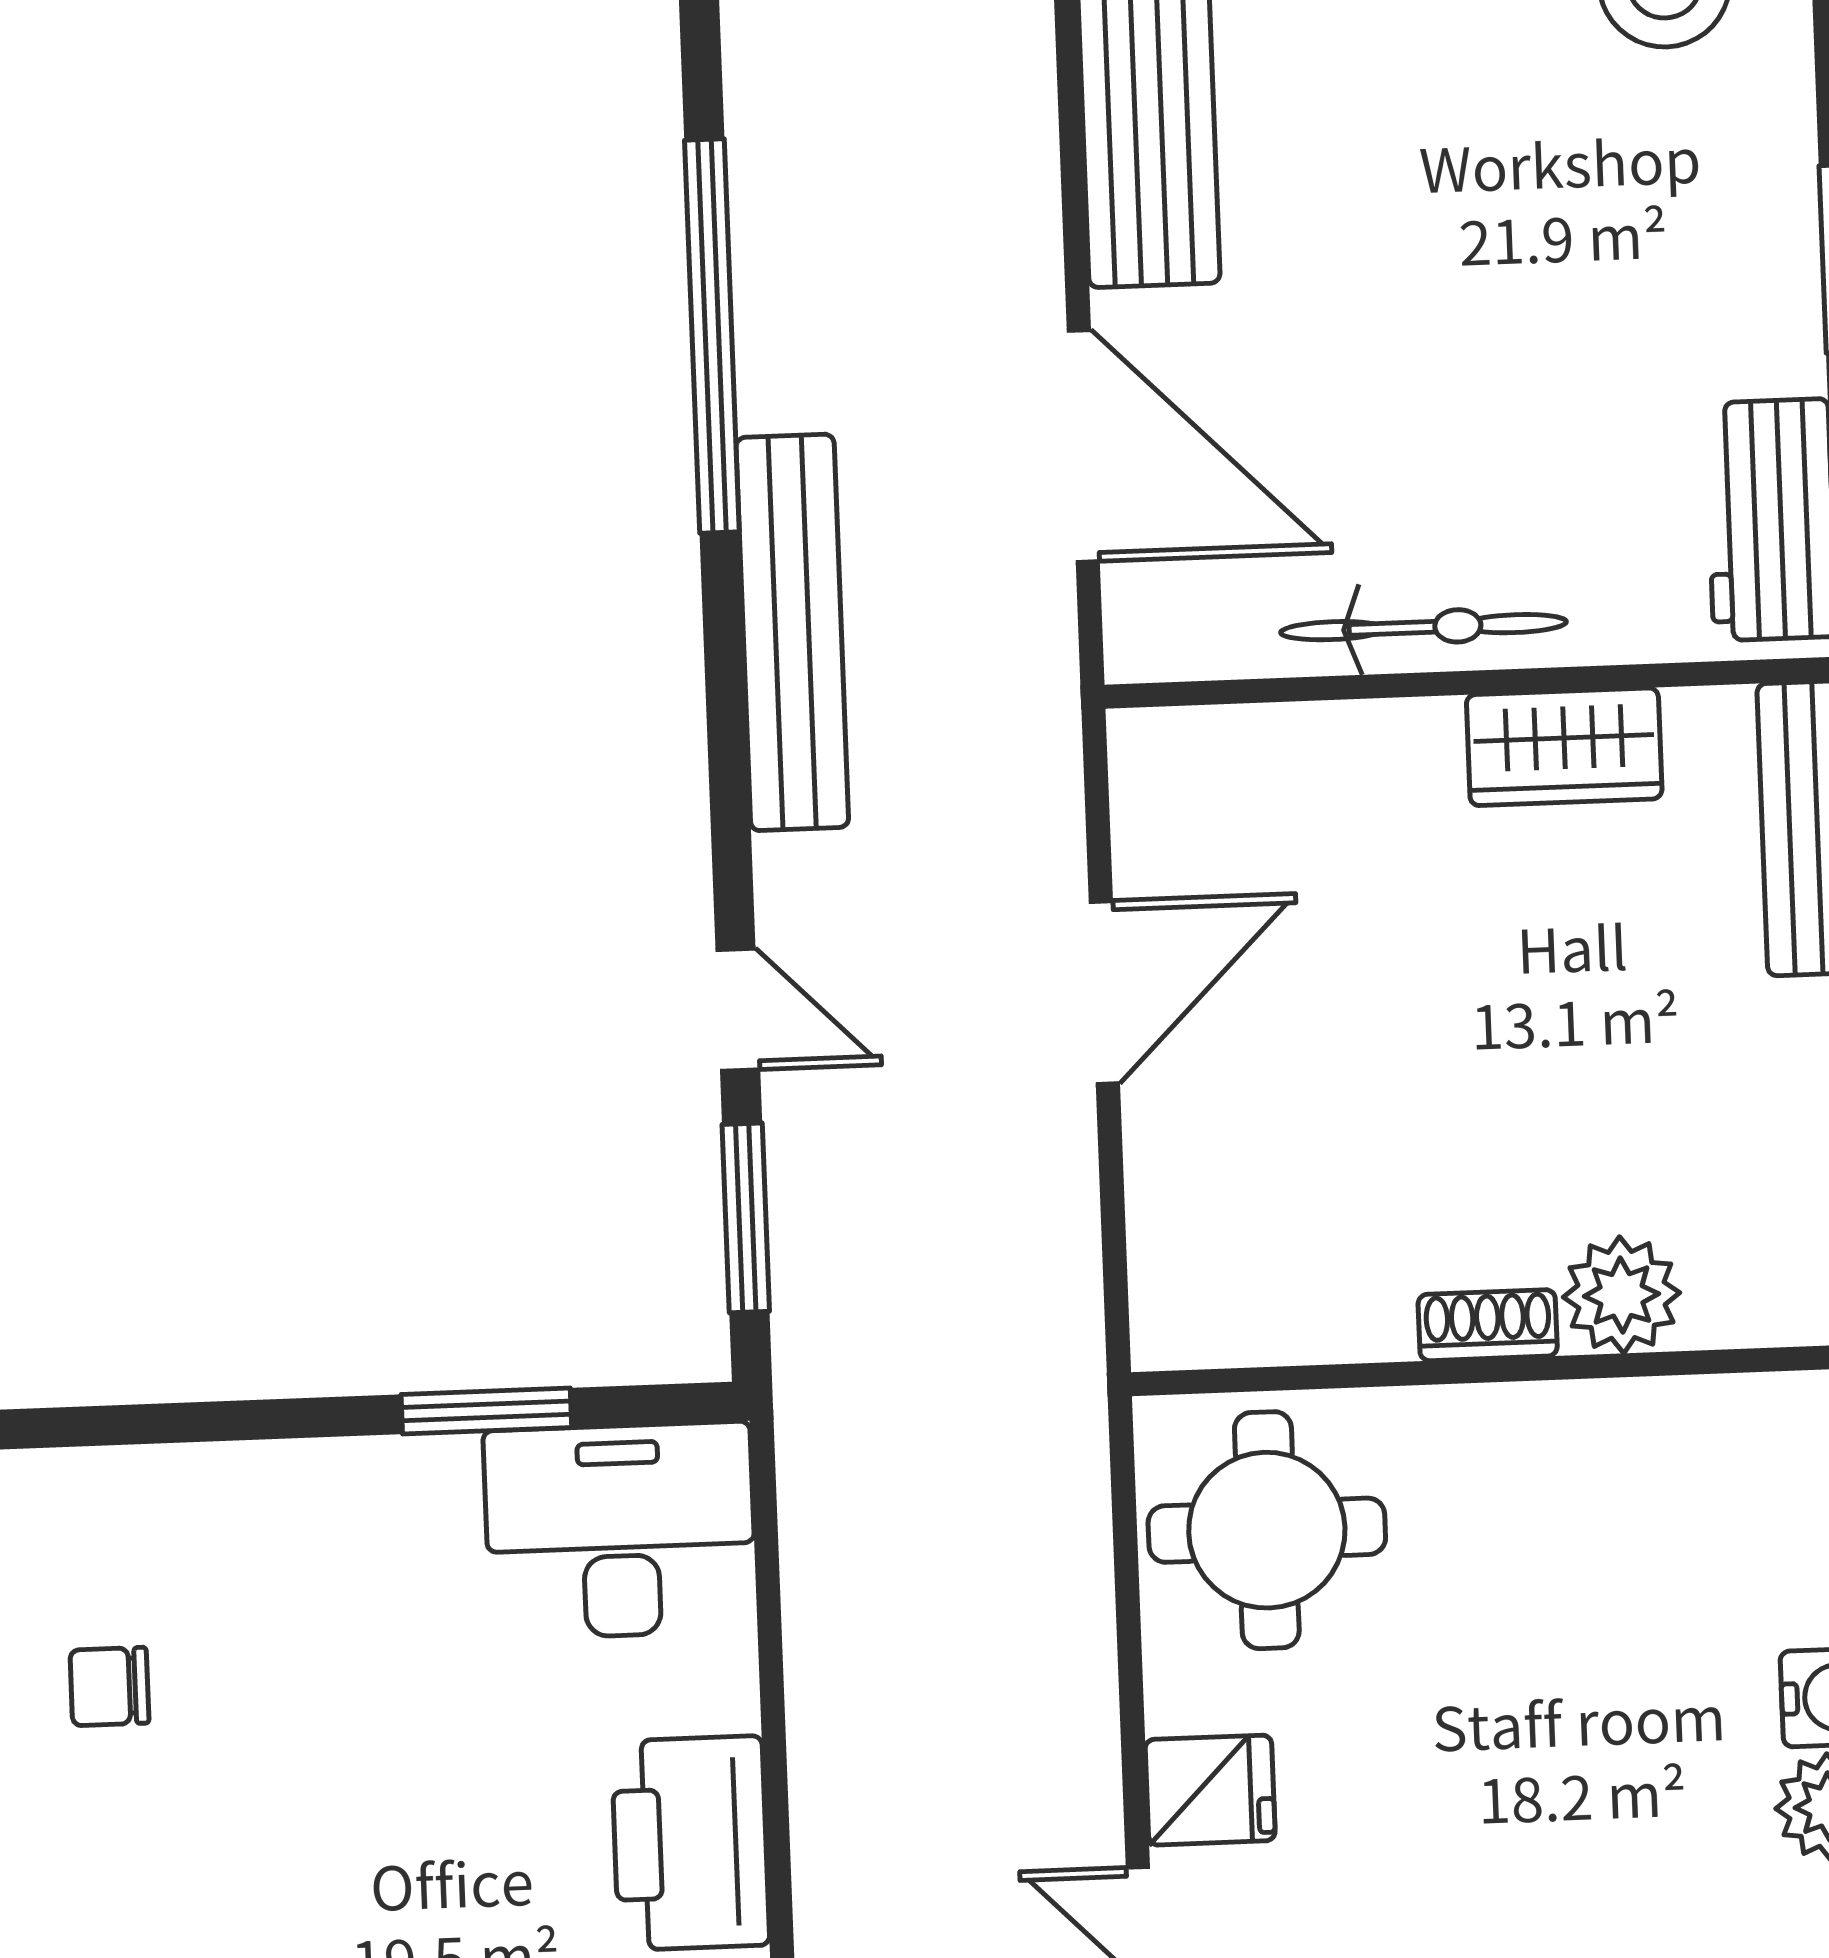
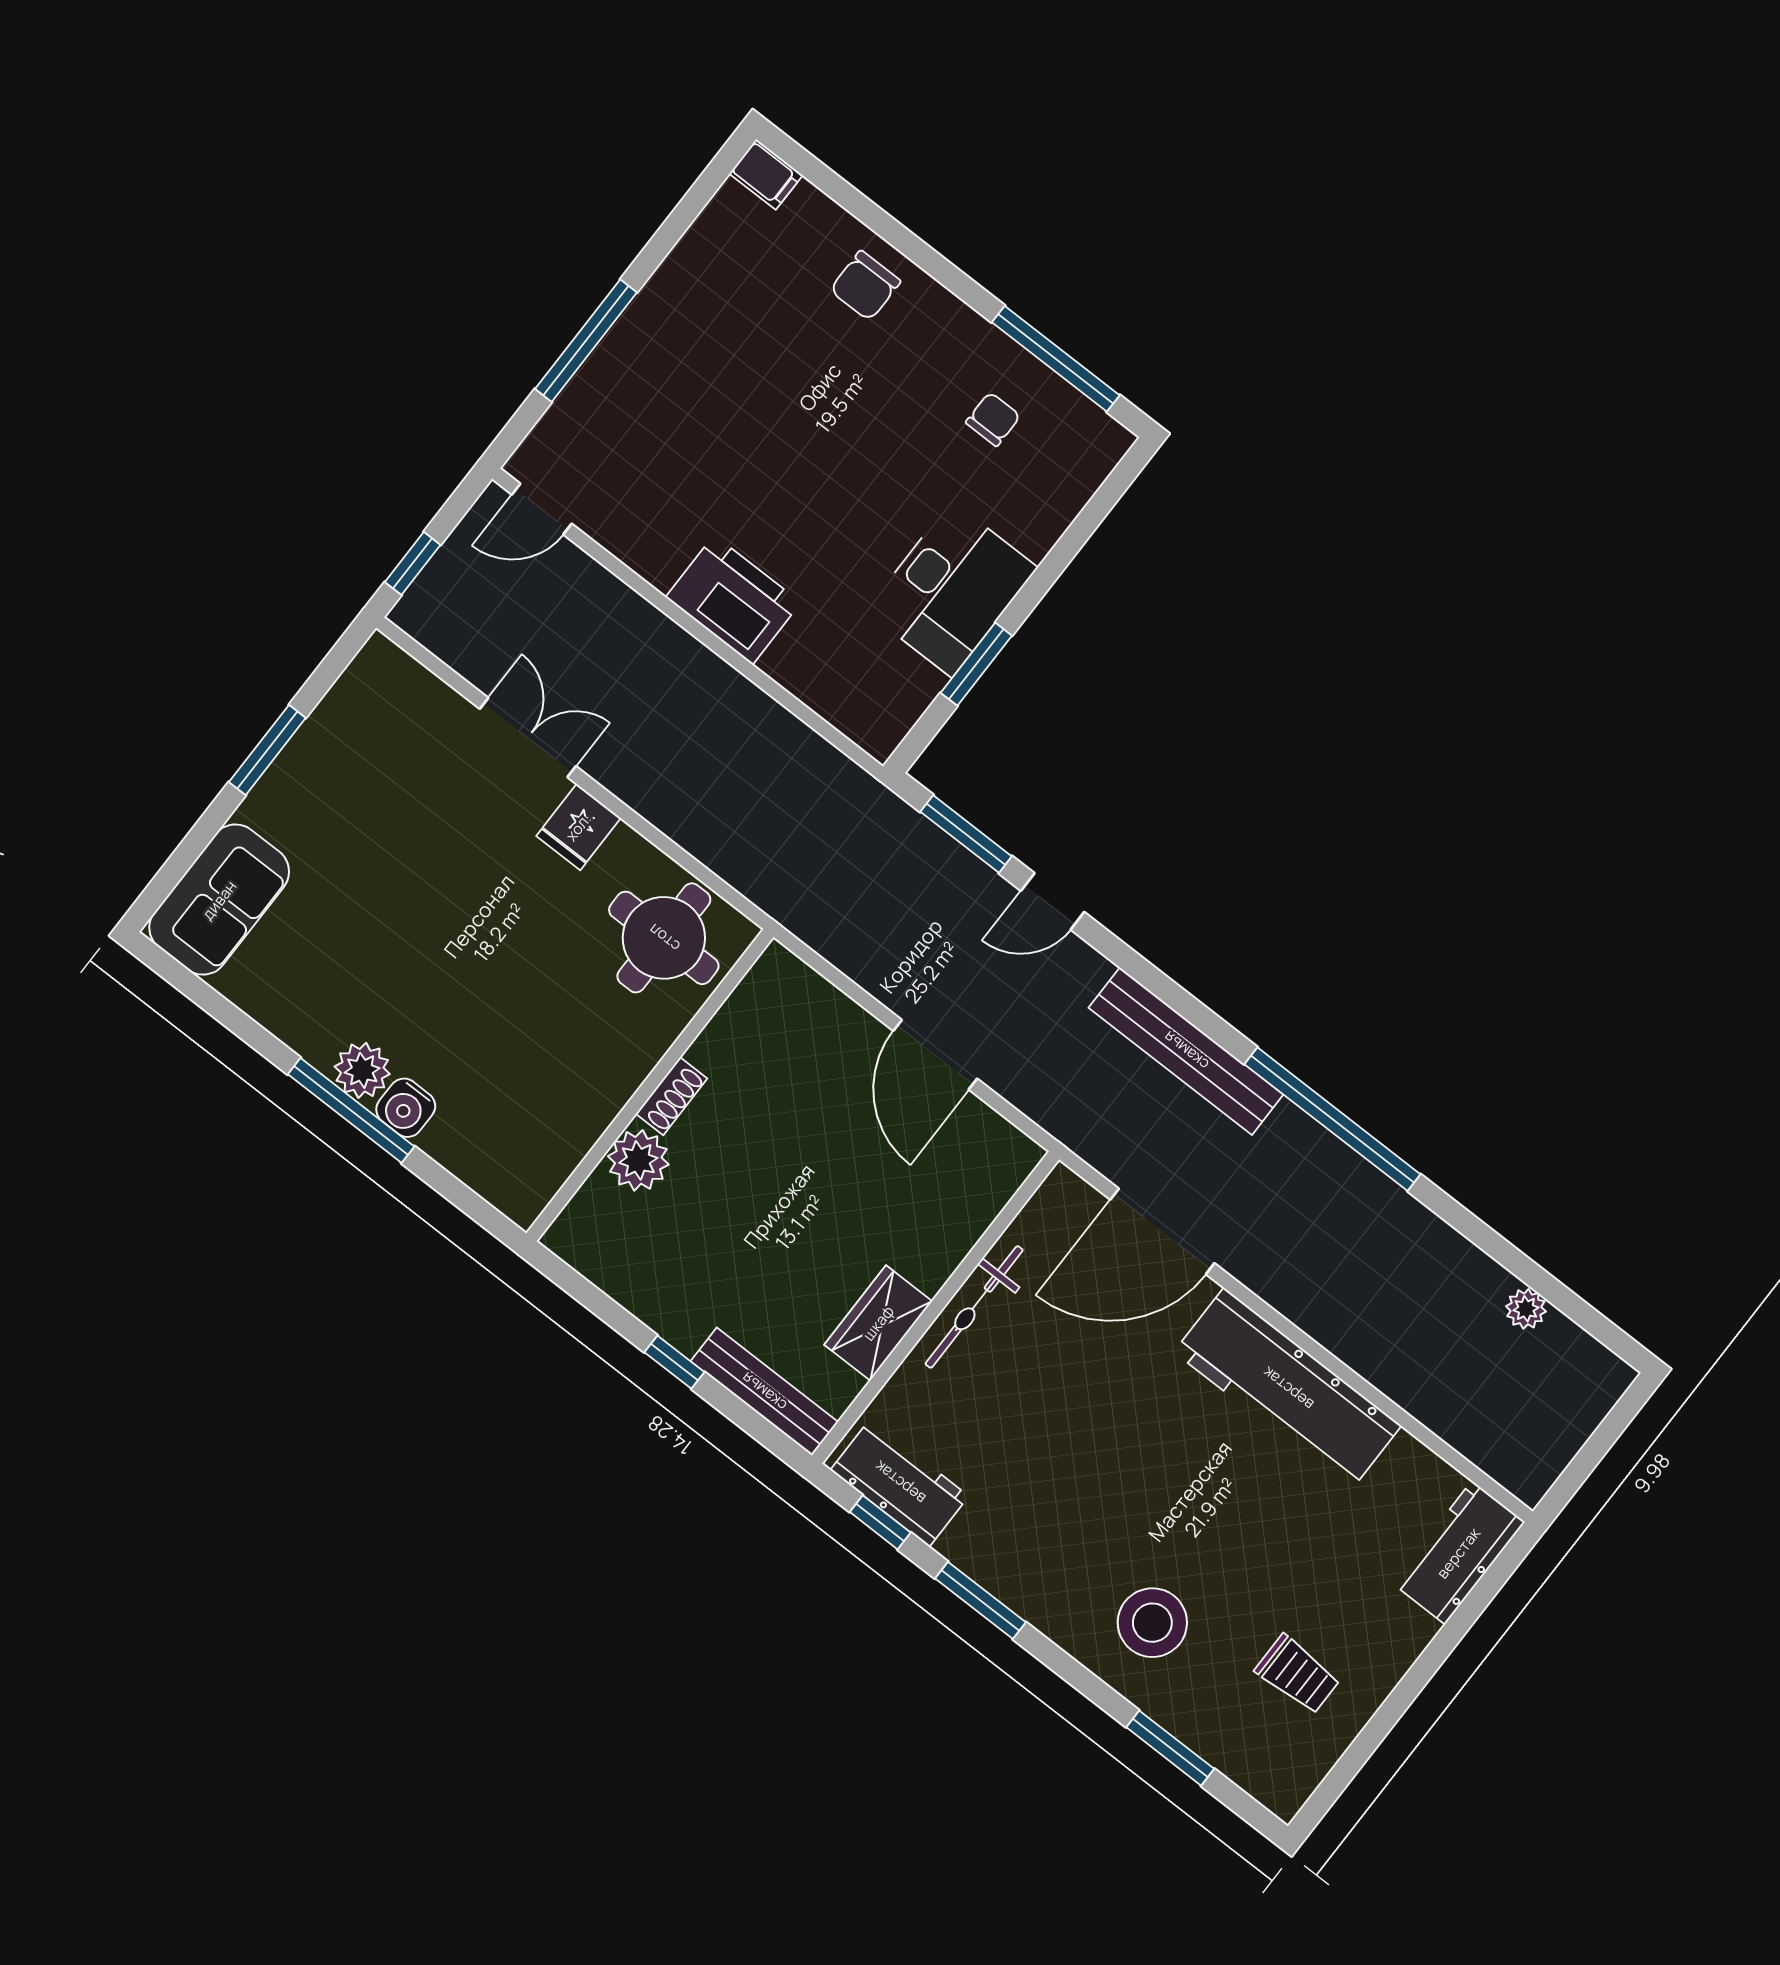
desk: (620, 1531) -> (952, 589), moved

